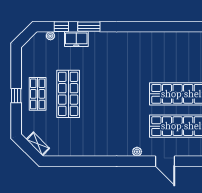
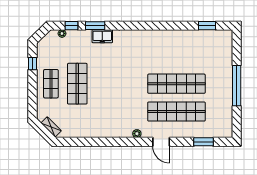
freezer: (76, 39) -> (102, 36), moved
window: (16, 96) -> (32, 64), moved

